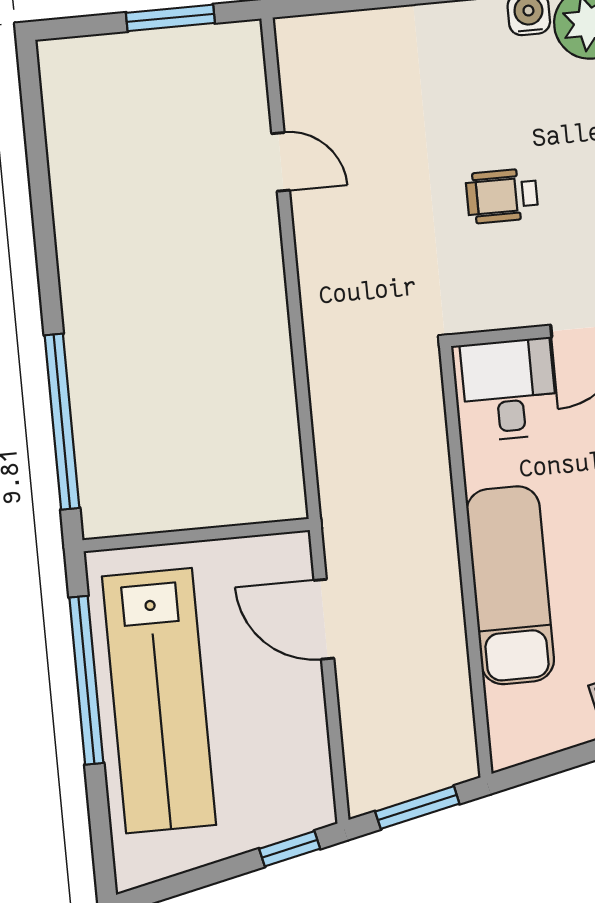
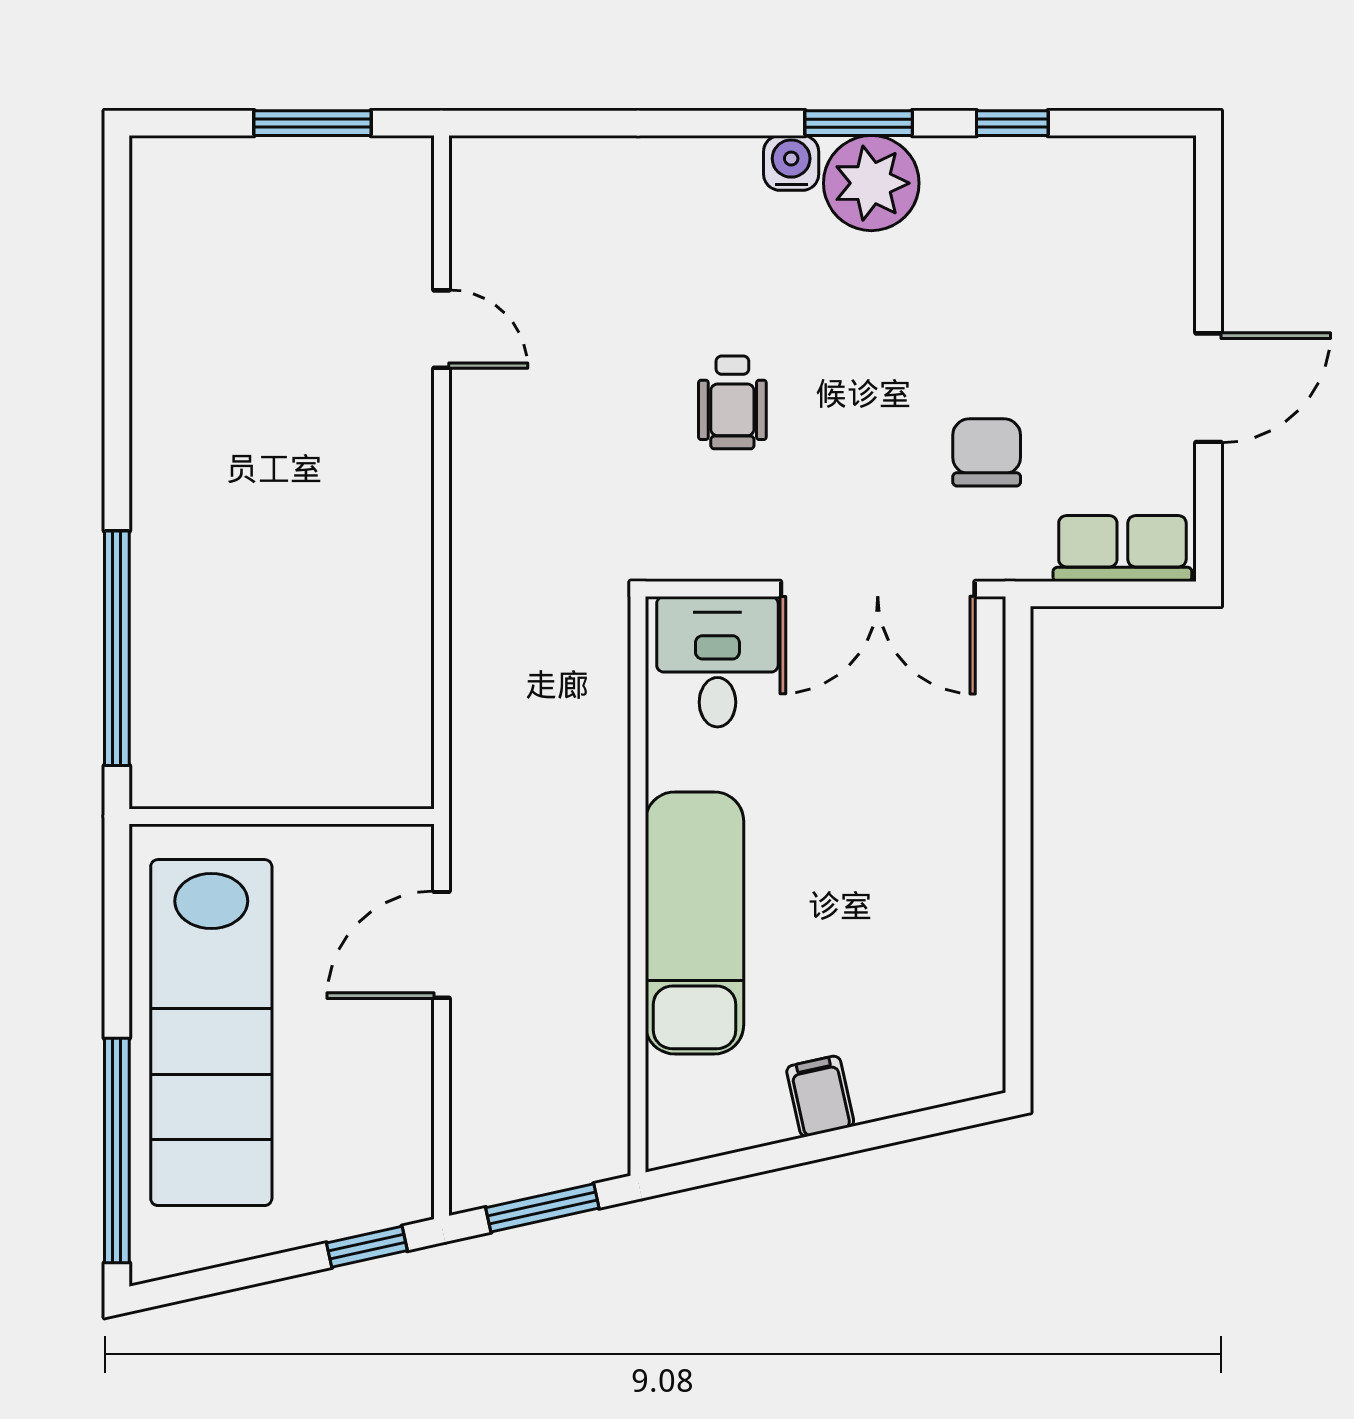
wheelchair: (502, 196) -> (732, 402), turned -90
door: (324, 619) -> (441, 945), hinge flipped
window: (86, 680) -> (117, 1151), moved

